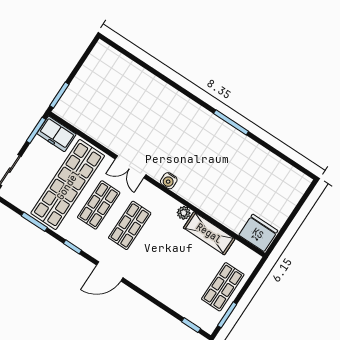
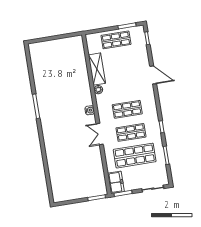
double door: (131, 167) -> (100, 134), swing flipped
shop shelf: (68, 185) -> (135, 156), width x0.71
fridge: (258, 233) -> (76, 46), removed
door: (110, 271) -> (153, 75), moved

